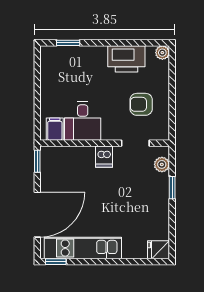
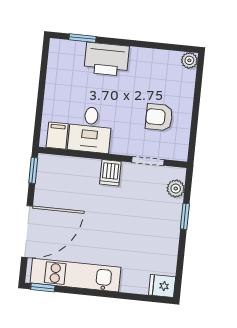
printer: (126, 59) -> (107, 59), moved

